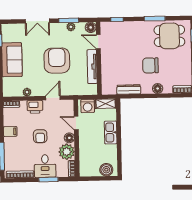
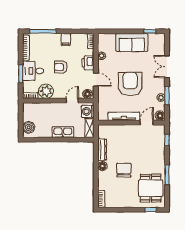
armchair: (57, 61) -> (130, 84), turned -90
floor lamp: (158, 88) -> (102, 166), moved
floor lamp: (69, 138) -> (87, 94), moved

